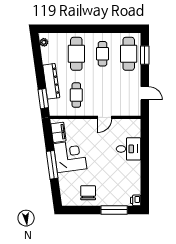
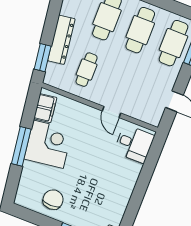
cafe table: (103, 54) -> (140, 30), width x1.37, depth x1.35
door: (105, 117) -> (112, 112), hinge flipped
desk: (129, 149) -> (134, 144), moved

